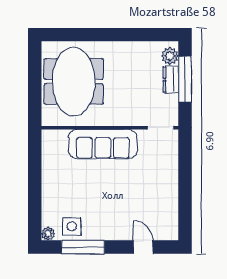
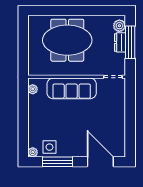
meeting table: (74, 82) -> (67, 40), moved, turned 90
plant: (48, 145) -> (33, 89), added
door: (143, 247) -> (100, 162), width x1.88

